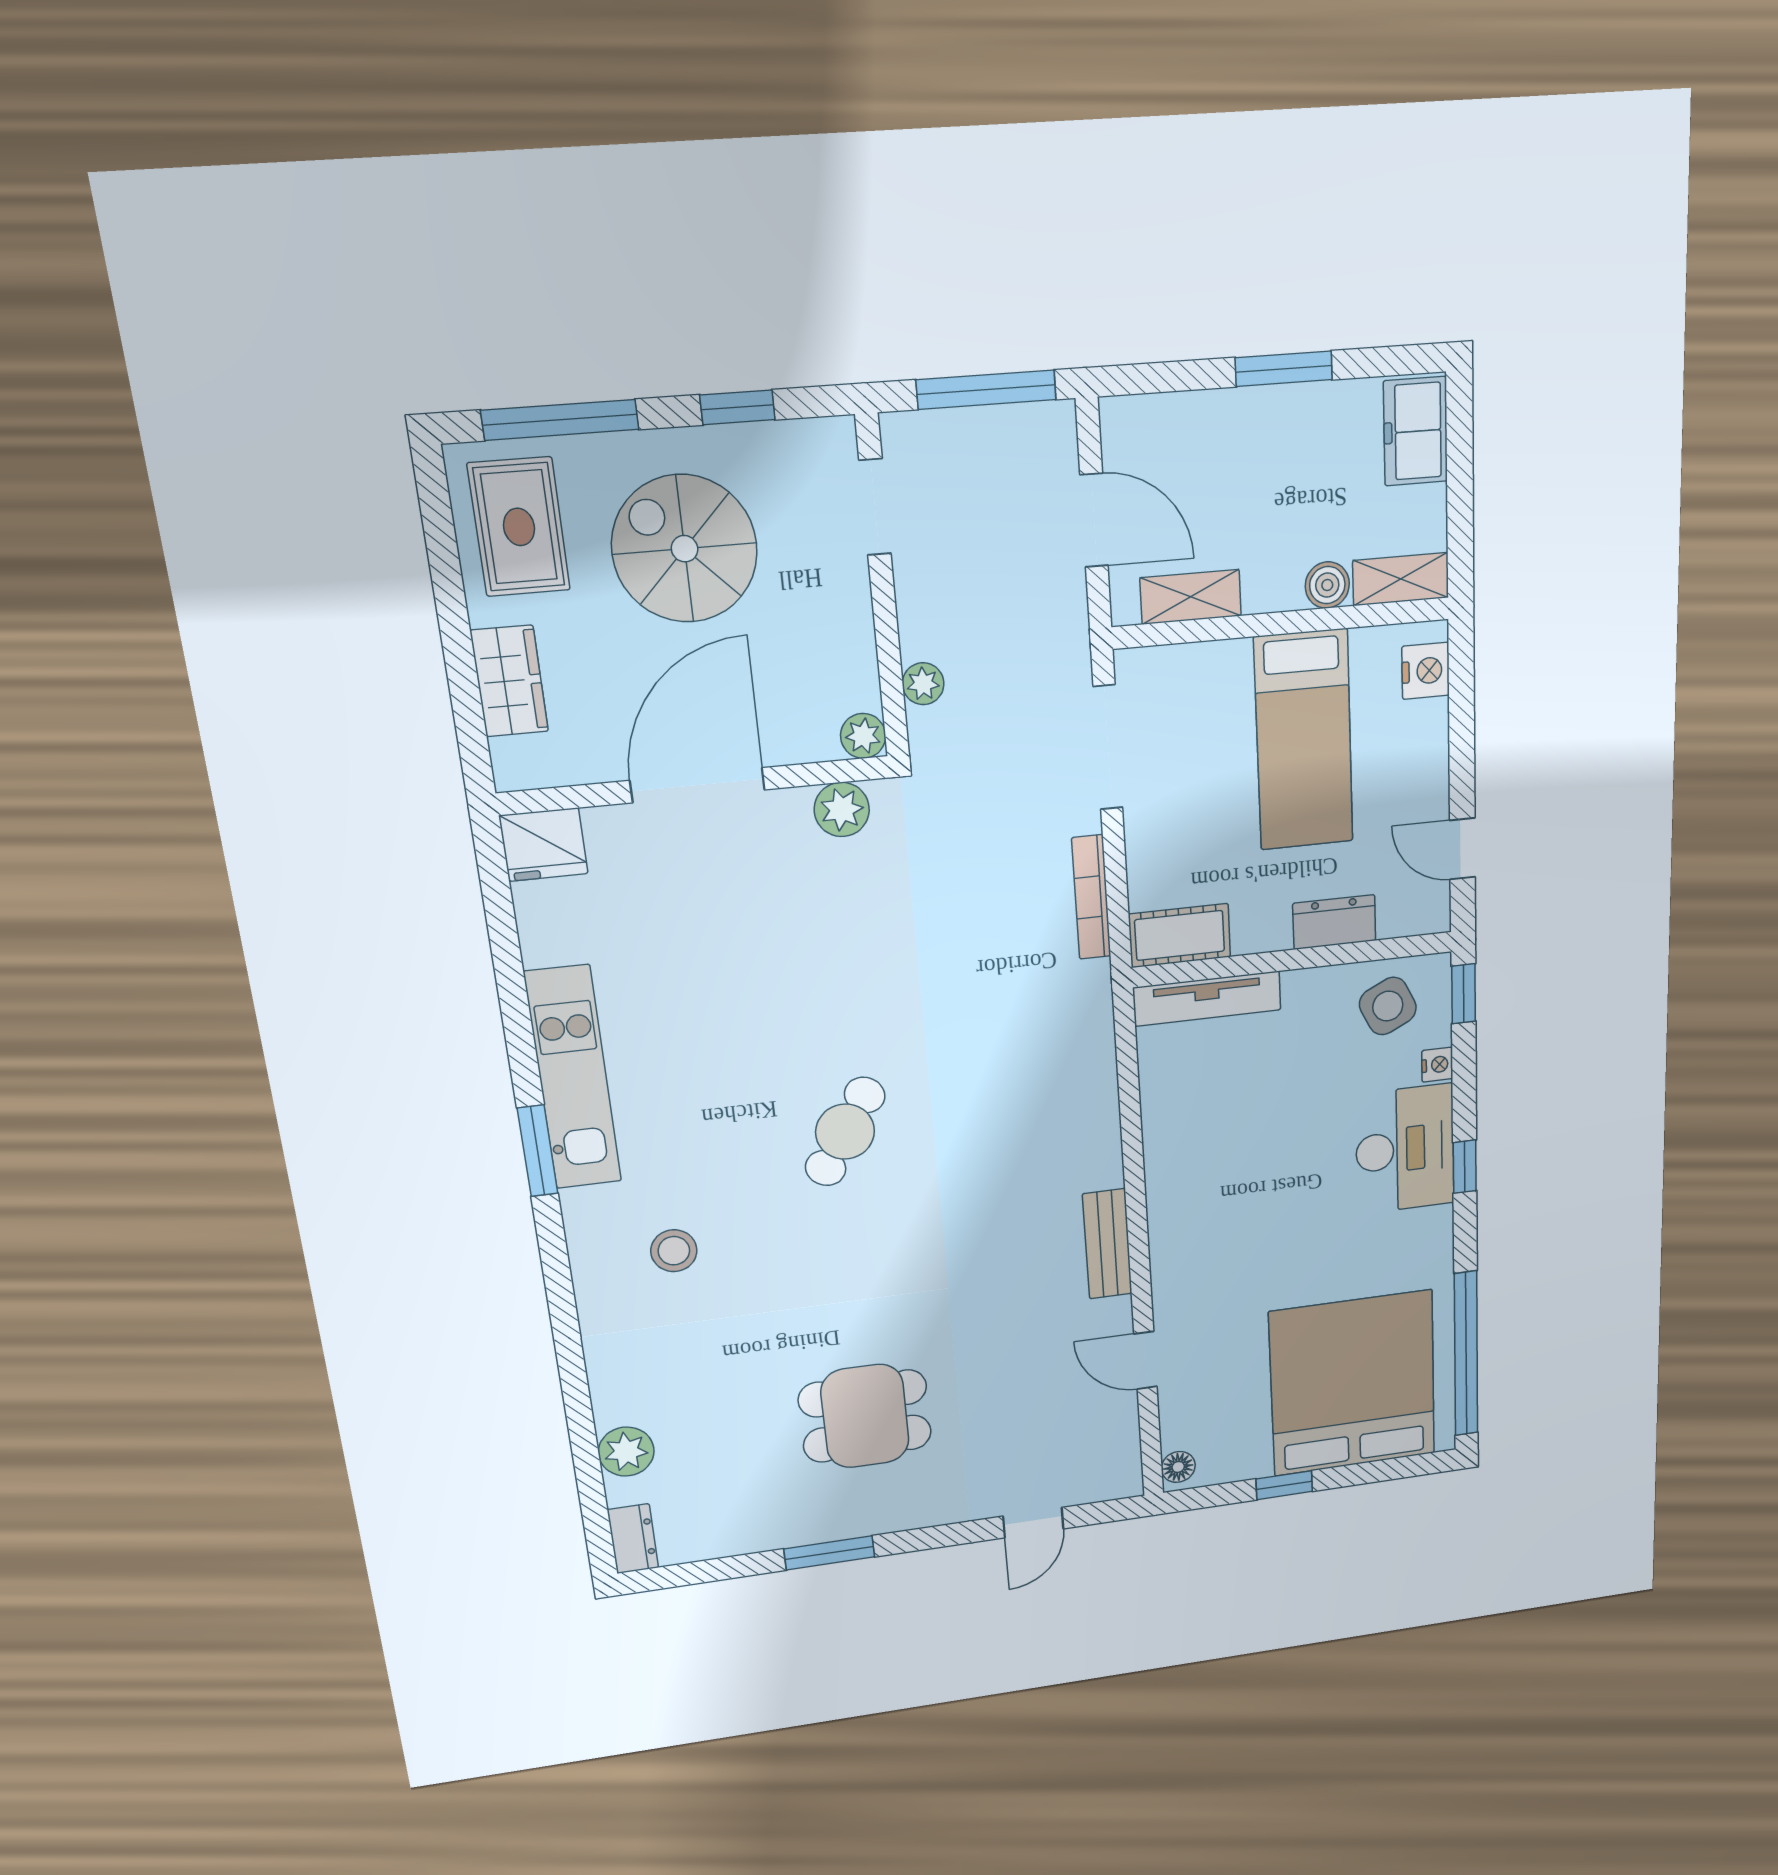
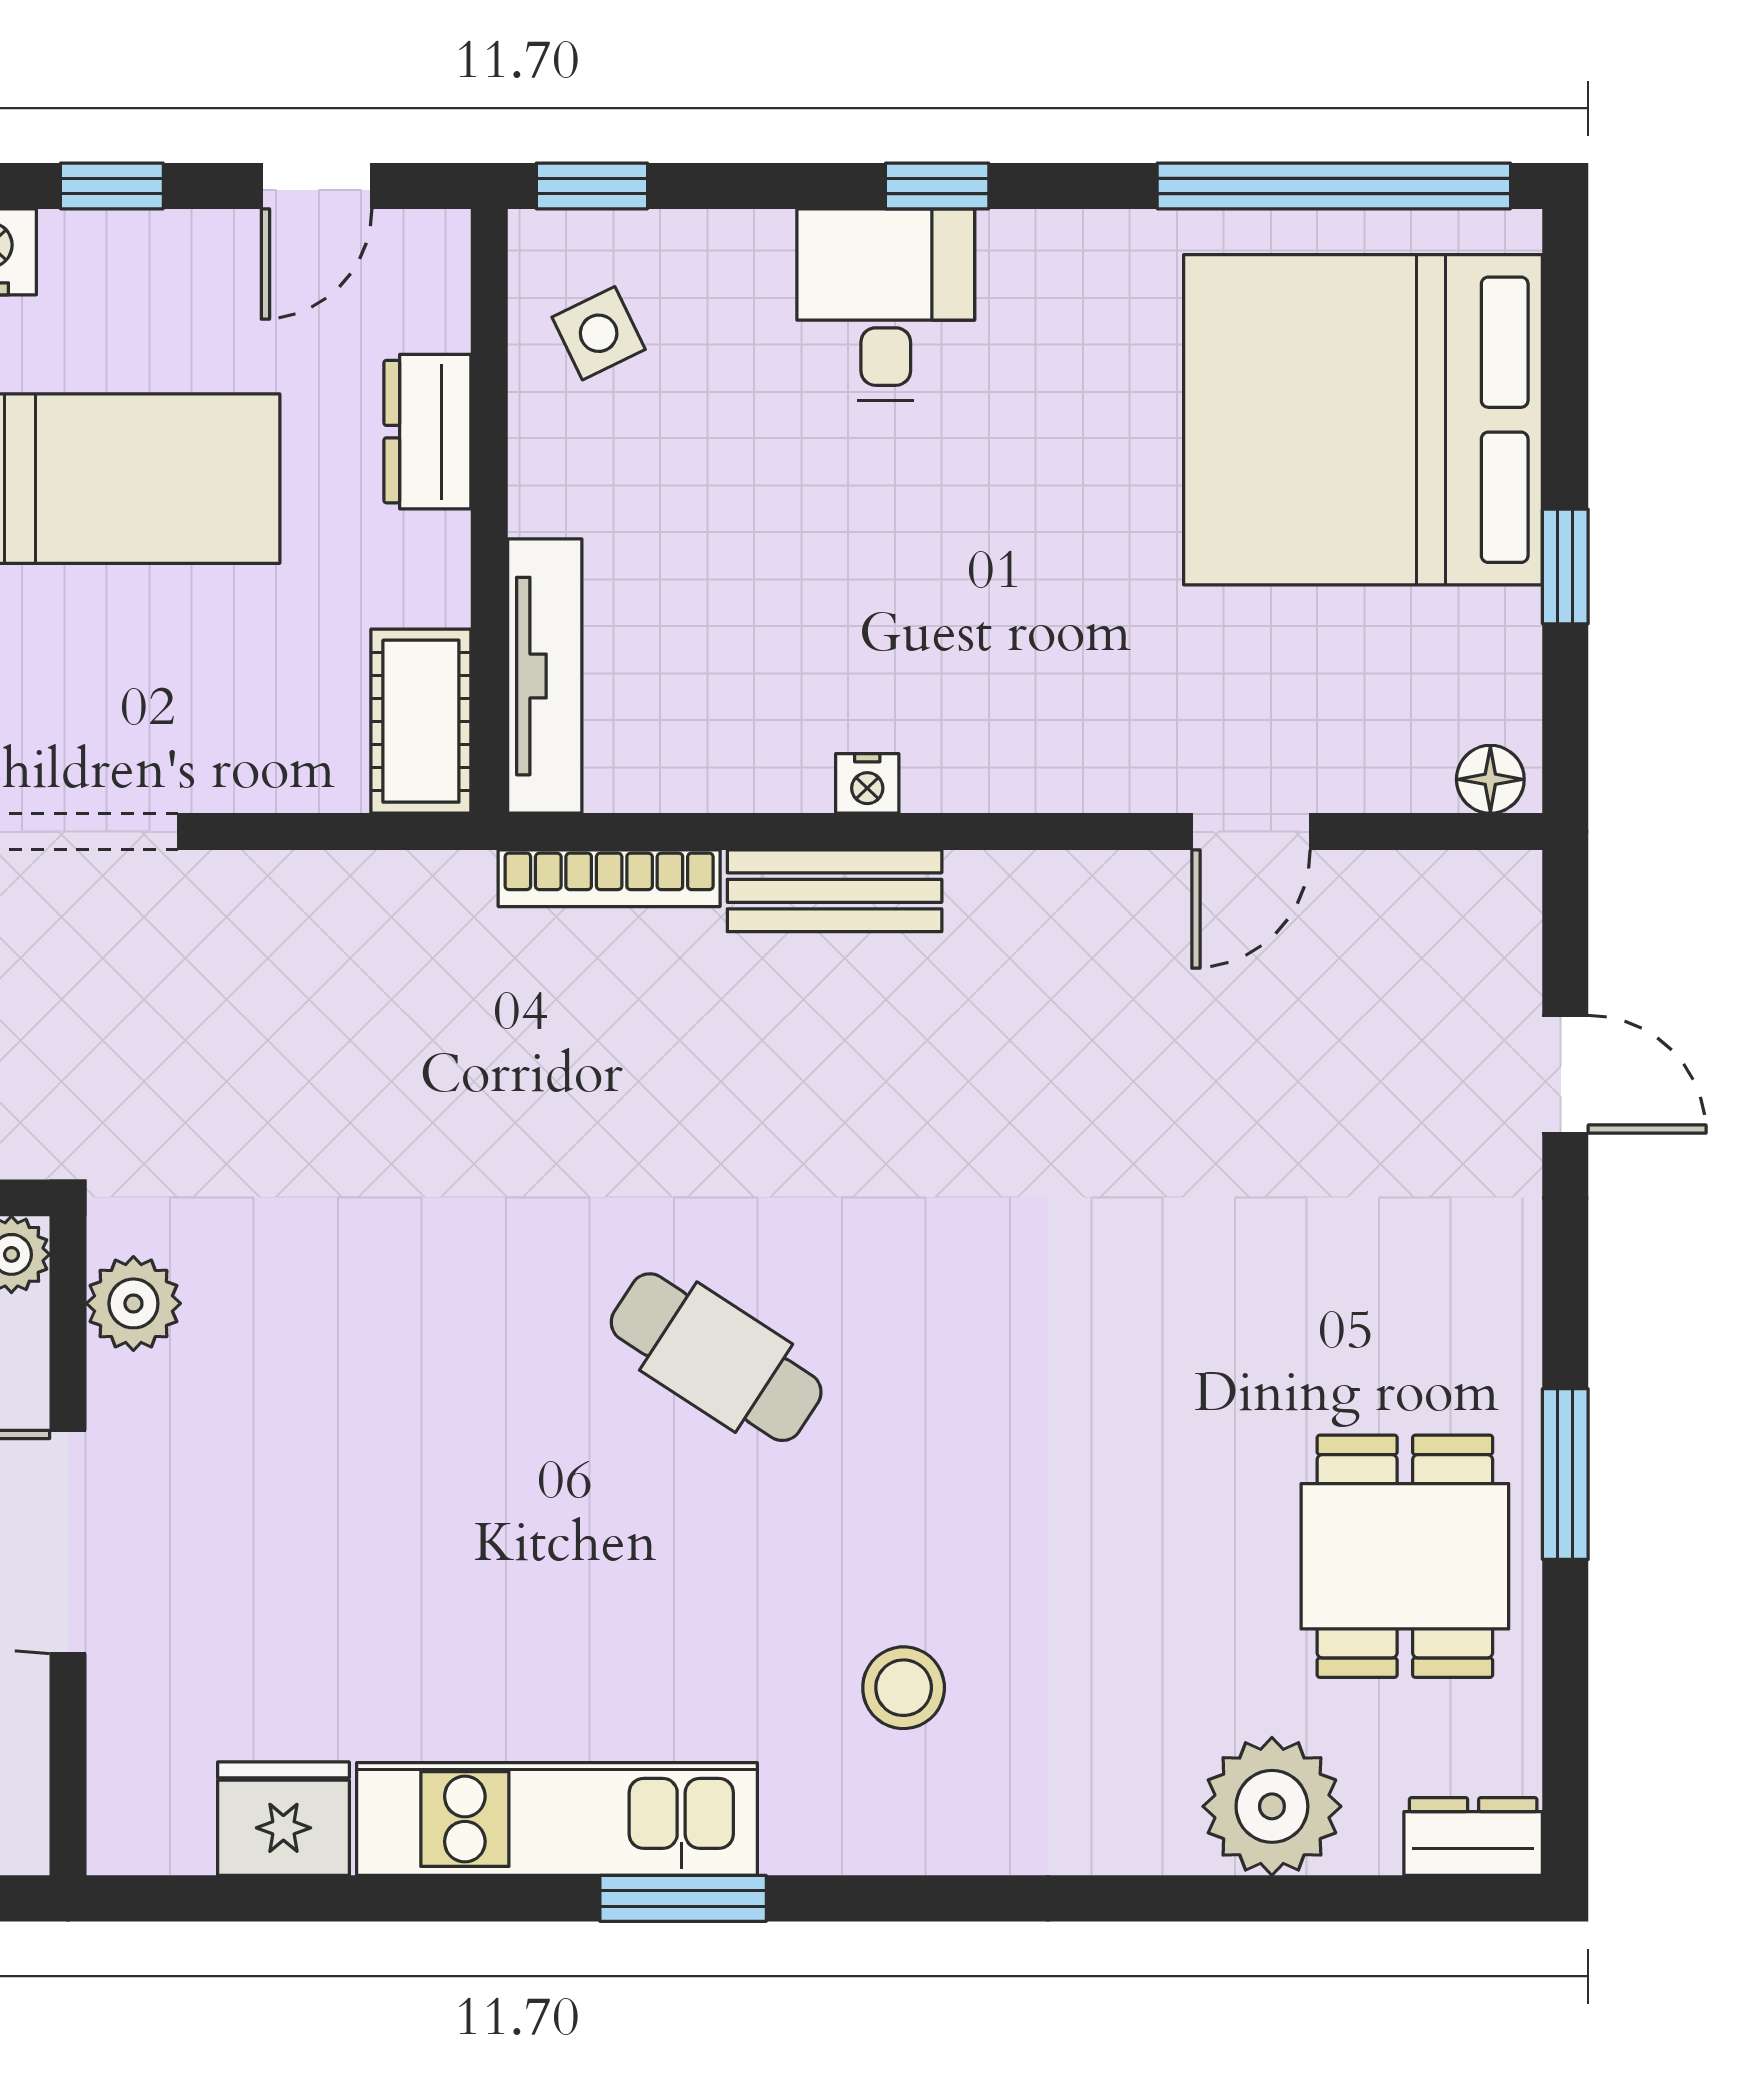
window: (1462, 736) -> (112, 186), added
fridge: (544, 845) -> (283, 1819), moved, turned -90
bookcase: (1091, 897) -> (609, 878), moved
side table: (1388, 1006) -> (599, 333), width x0.73, depth x0.73
nightstand: (1437, 1065) -> (867, 783), moved, turned 180
desk: (1405, 1149) -> (886, 305), width x0.73
bench: (1107, 1244) -> (835, 891), moved
dining table: (865, 1416) -> (1405, 1556), moved
plant: (626, 1452) -> (1272, 1806), width x1.36, depth x1.36

